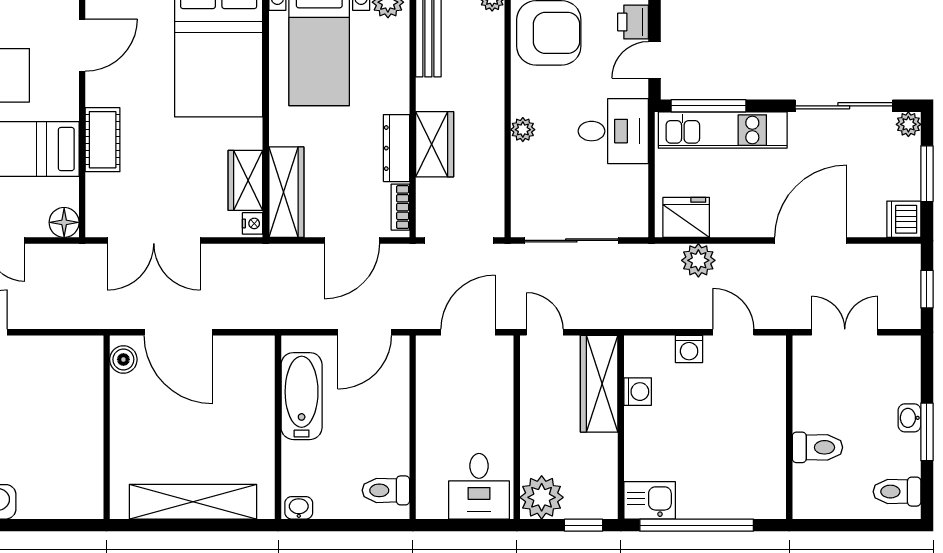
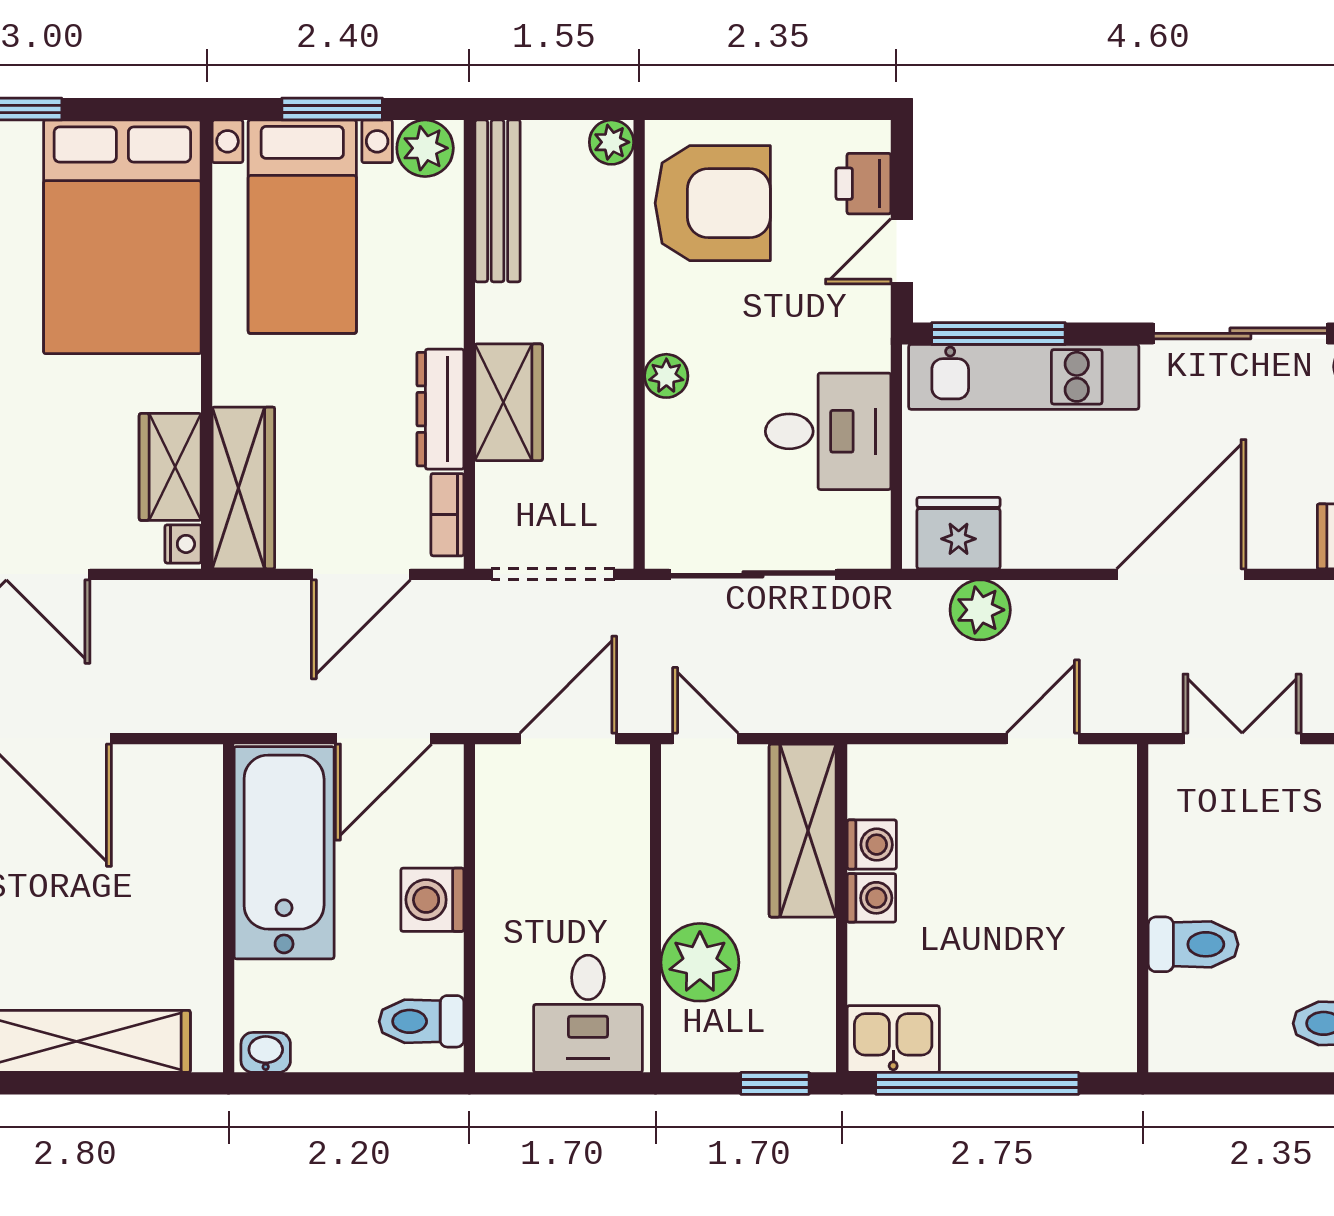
desk: (613, 131) -> (828, 431), moved
door: (733, 332) -> (1043, 739), hinge flipped
washing machine: (689, 349) -> (871, 898), moved, turned -90
bathtub: (302, 396) -> (284, 853), width x1.36, depth x1.36
washing machine: (392, 422) -> (432, 900), added
plant: (542, 497) -> (700, 962), moved

